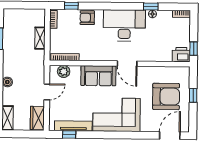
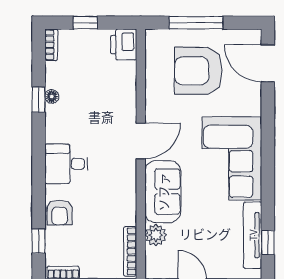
desk: (124, 25) -> (66, 164), width x0.53, depth x0.77
window: (194, 49) -> (85, 23), moved
plant: (64, 71) -> (156, 235), moved
window: (193, 95) -> (196, 23), width x2.17
armchair: (166, 96) -> (198, 71), turned -90

